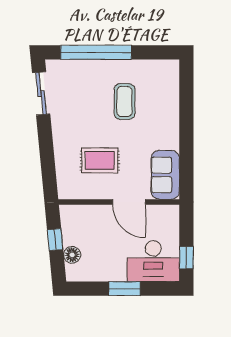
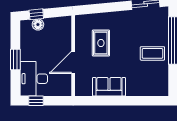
coffee table: (125, 102) -> (152, 53), moved
sofa: (165, 175) -> (109, 87), moved
window: (55, 240) -> (36, 14), moved

